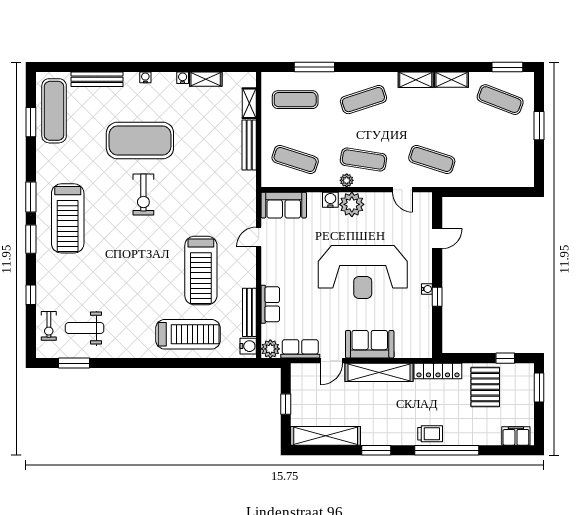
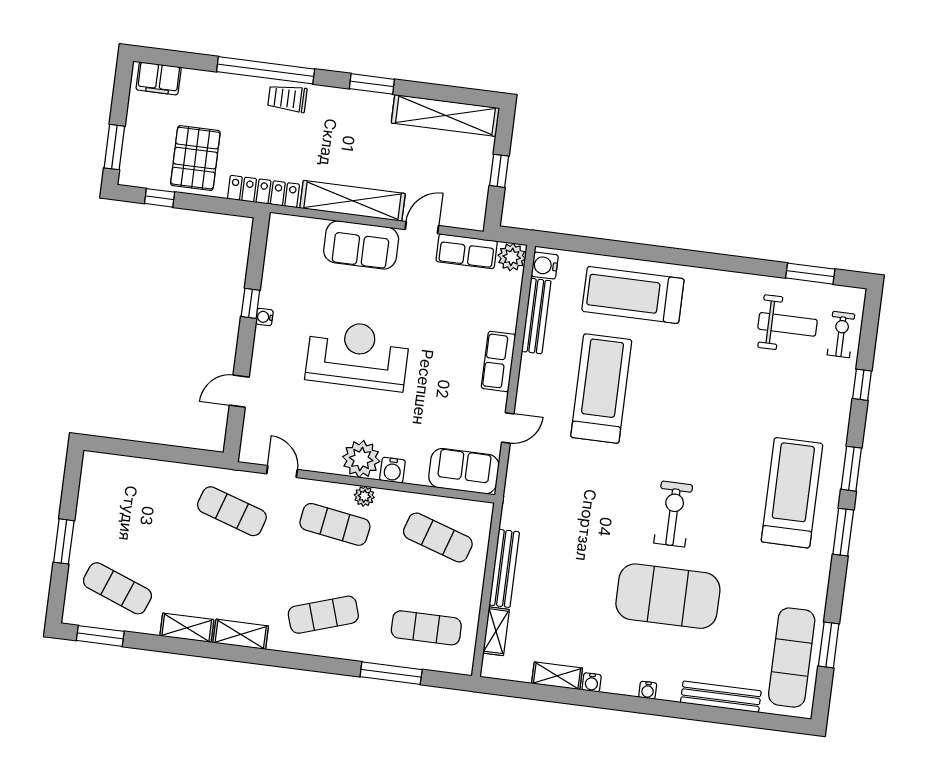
reception desk: (363, 272) -> (358, 355), width x0.74, depth x0.77
row of seats: (270, 304) -> (499, 361), moved

